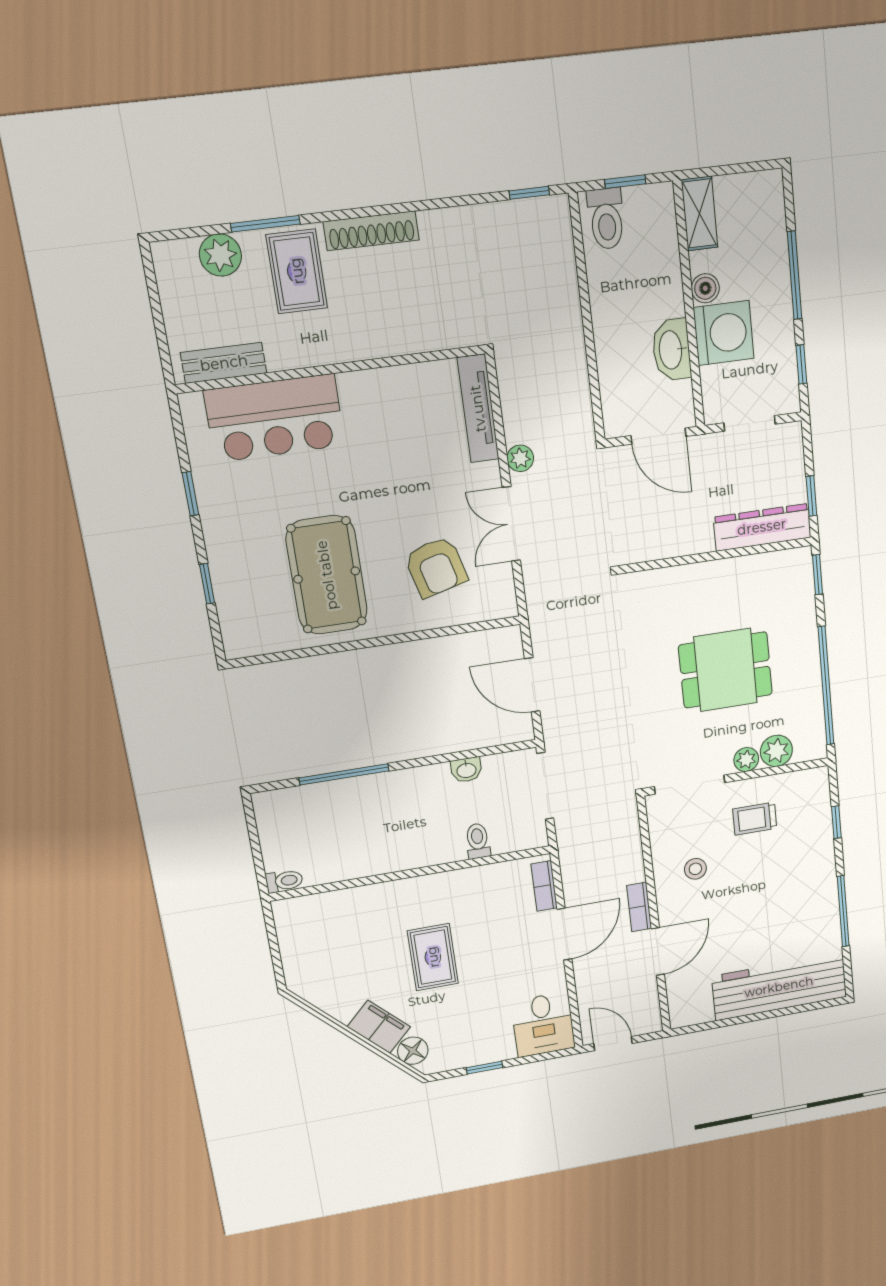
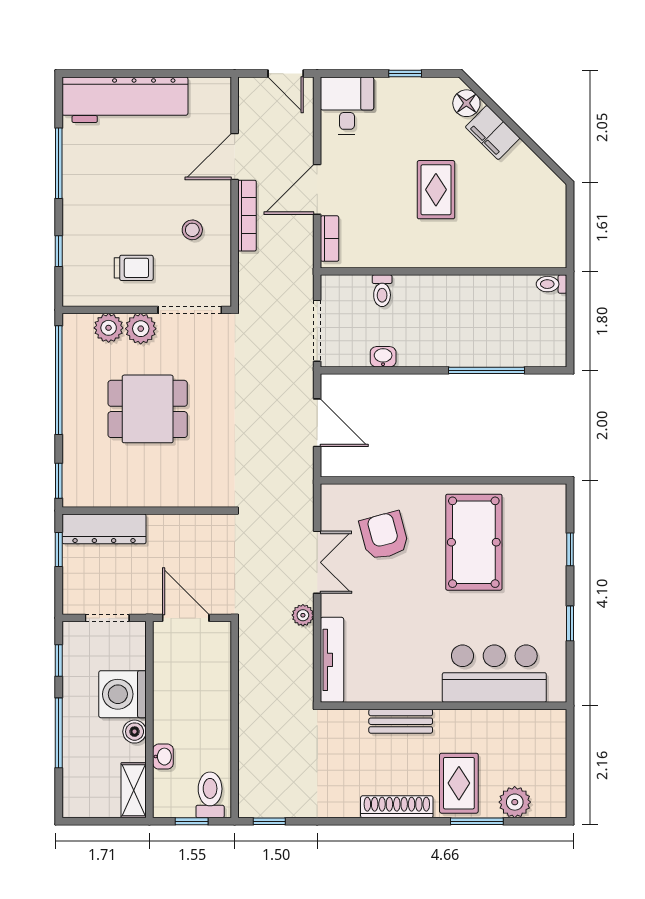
washbasin: (672, 350) -> (163, 757), moved, width x0.52, depth x0.69
bench: (224, 363) -> (401, 721), moved
plant: (746, 760) -> (141, 329), width x1.38, depth x1.38
bookcase: (639, 907) -> (247, 216), width x1.56

